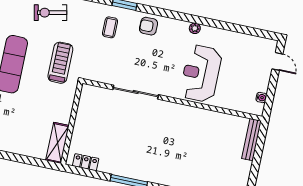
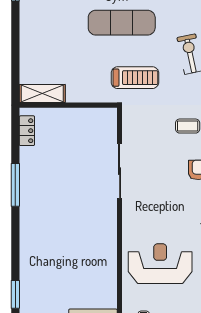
reception desk: (201, 73) -> (160, 264), moved

